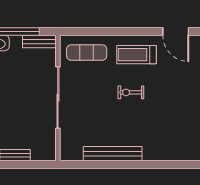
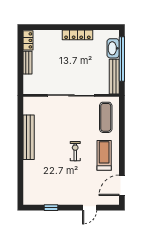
bench: (39, 41) -> (114, 77), width x1.36

